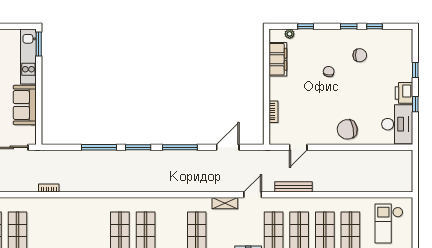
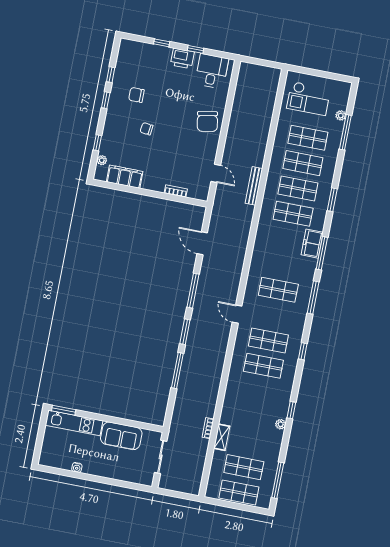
chair: (360, 55) -> (136, 95), turned -90
desk: (397, 124) -> (212, 71), width x0.73
door: (253, 195) -> (237, 314), moved
shelving: (225, 203) -> (222, 437), moved

